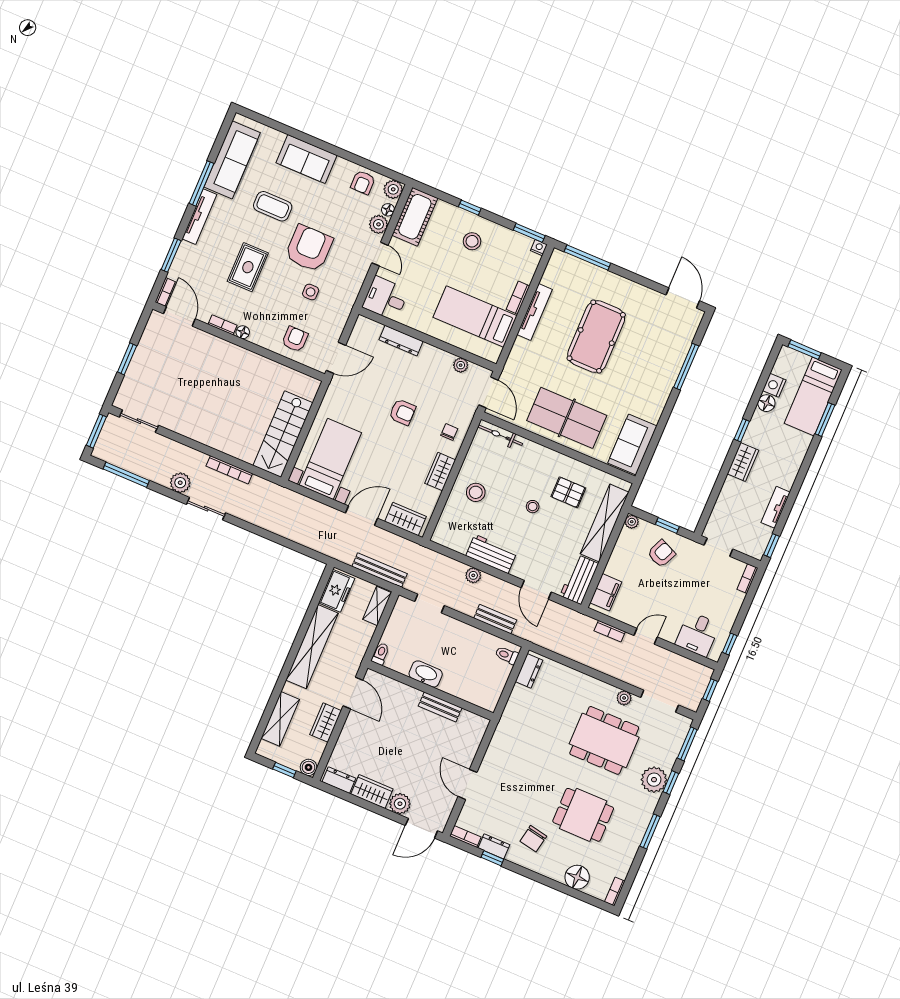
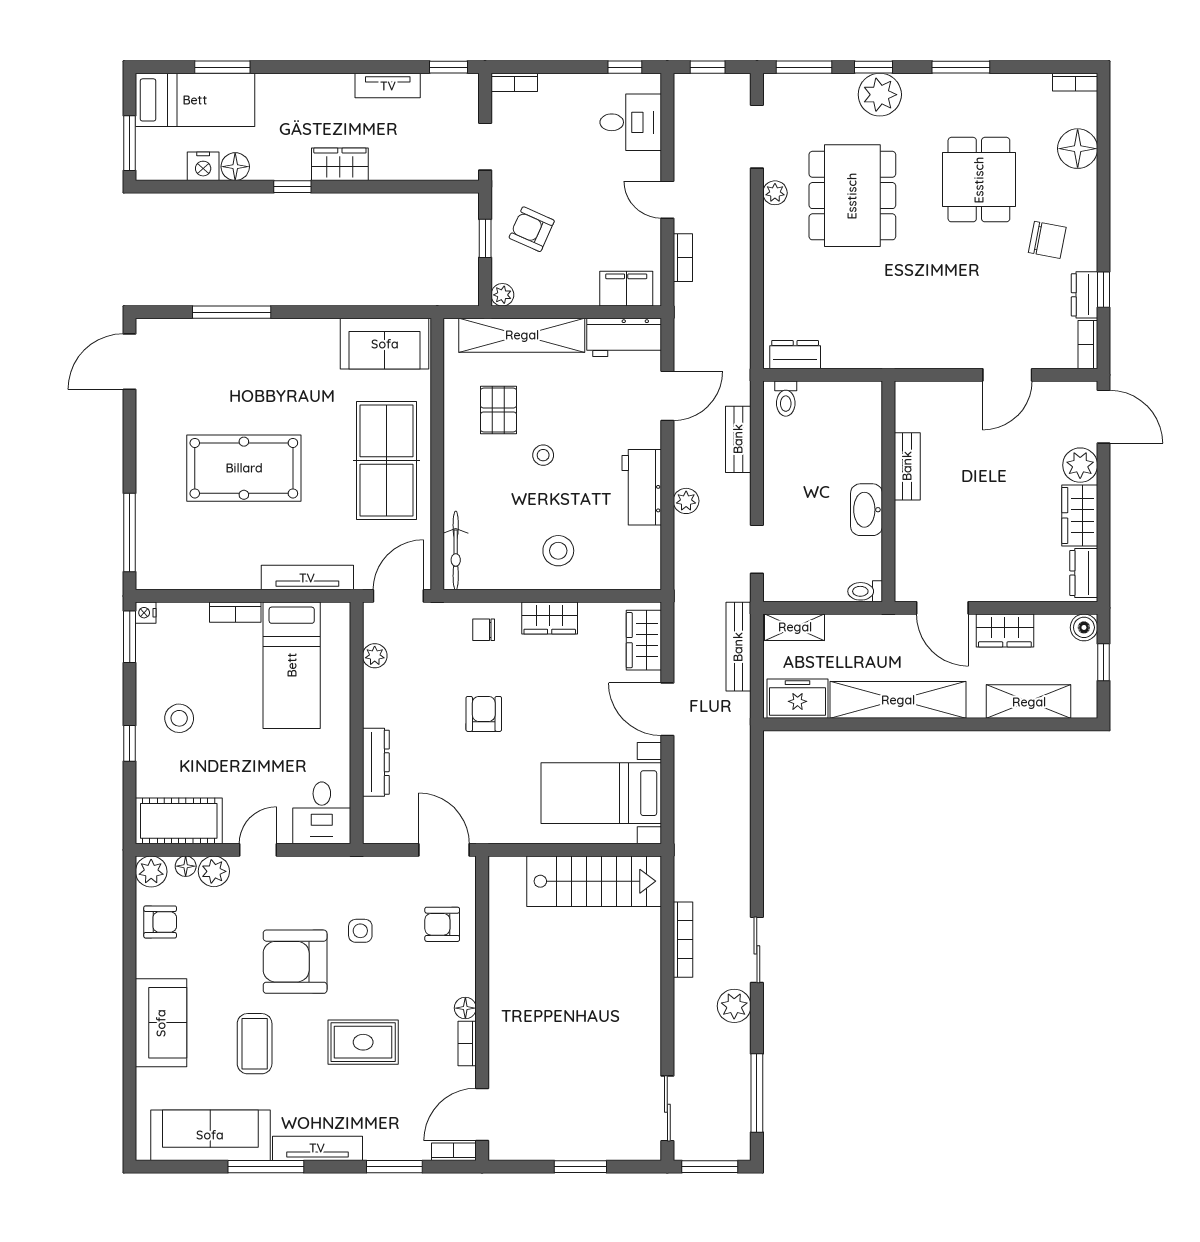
tv unit: (535, 312) -> (307, 578), moved
door: (353, 693) -> (942, 608), swing flipped

